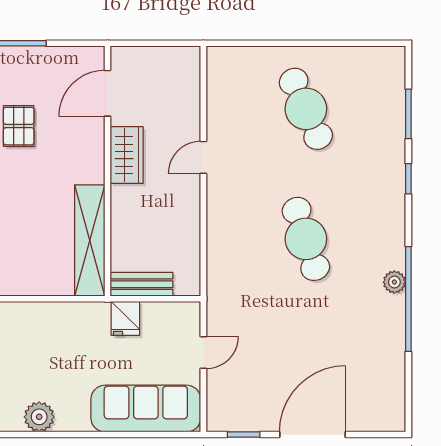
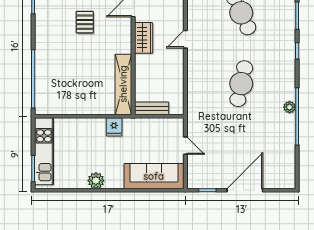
cafe table: (306, 239) -> (241, 84), turned 30
fridge: (125, 318) -> (114, 127), moved
door: (203, 353) -> (185, 146), hinge flipped

